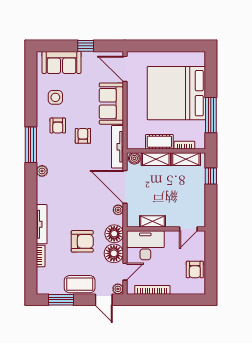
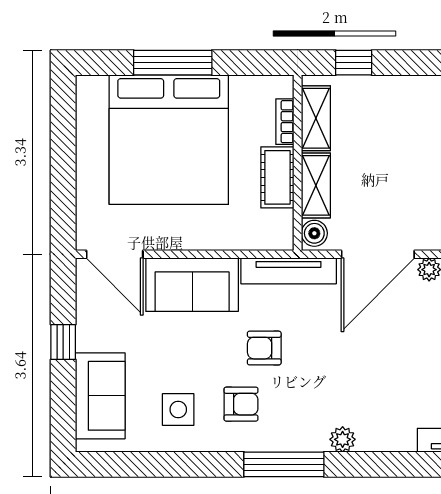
door: (125, 69) -> (115, 254), hinge flipped
window: (211, 115) -> (173, 63), moved

